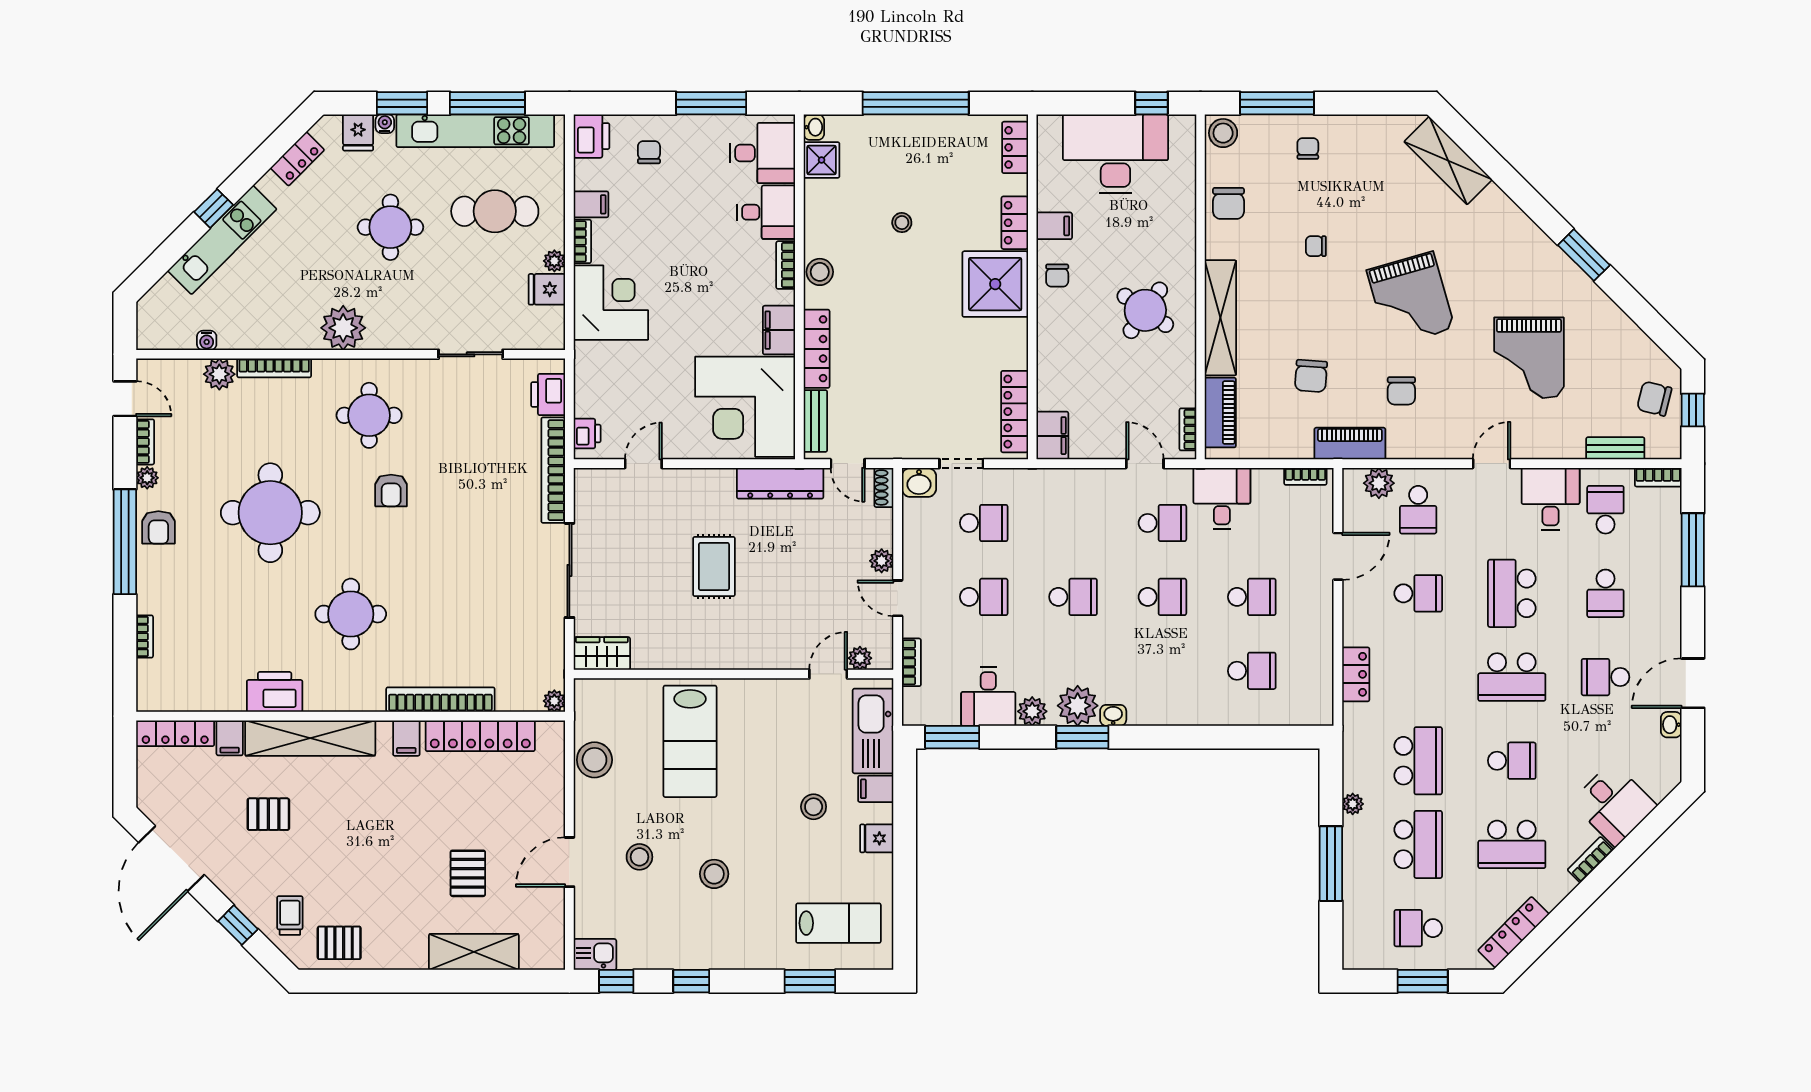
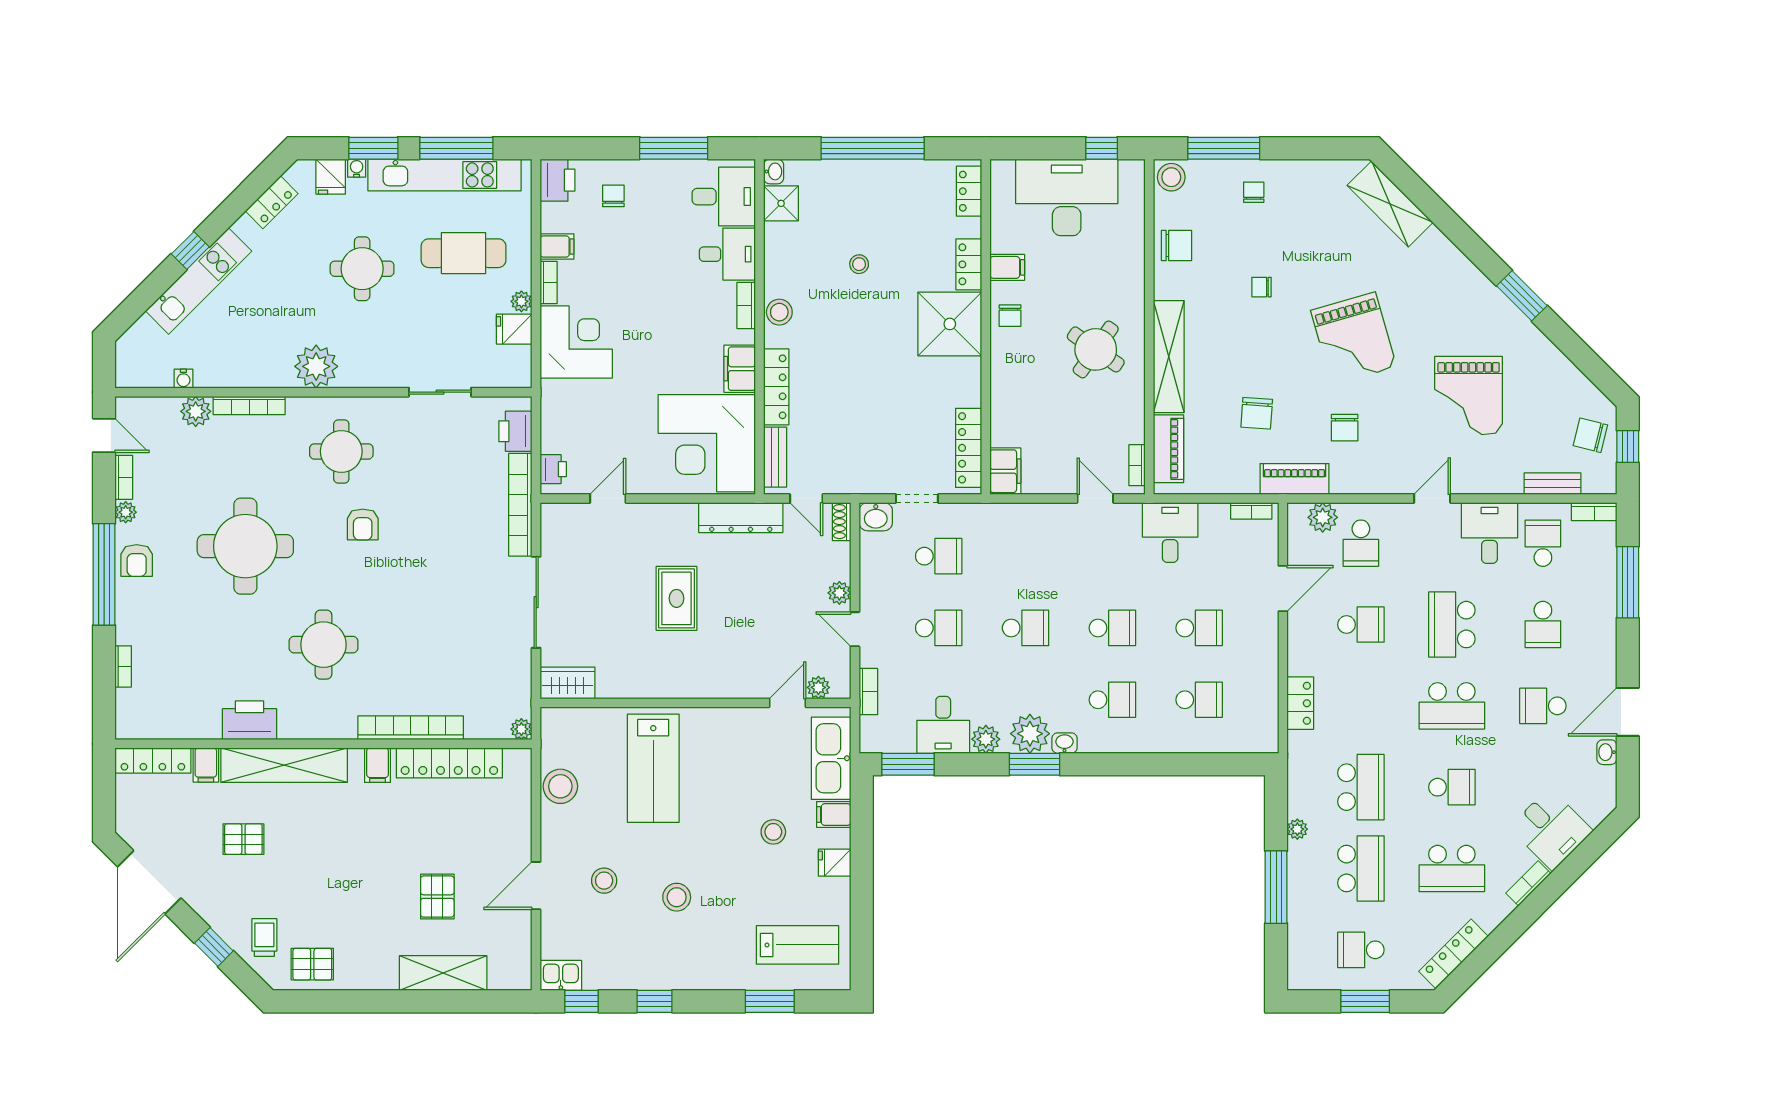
chair: (1228, 203) -> (1177, 246), turned -90
school desk: (1162, 523) -> (1112, 700), moved

